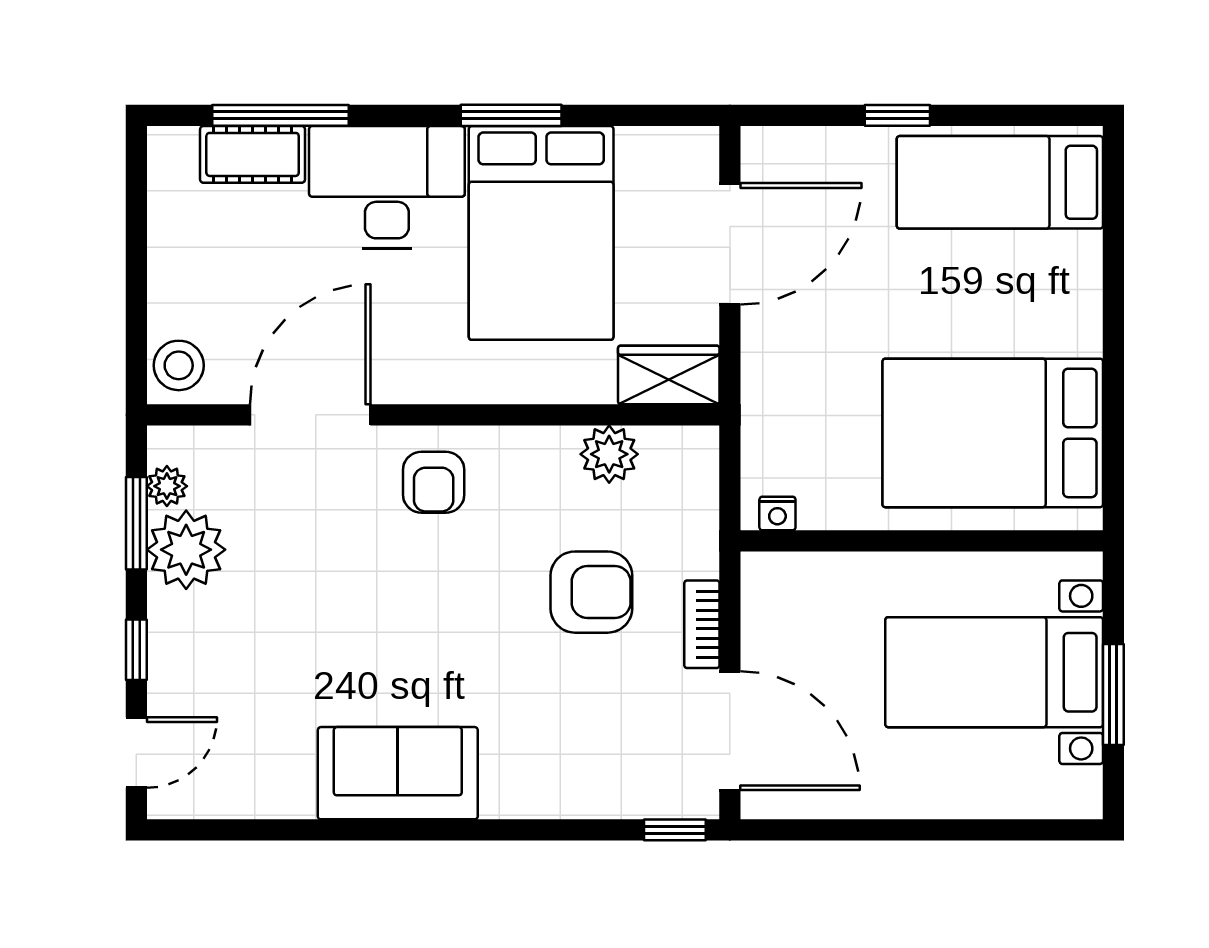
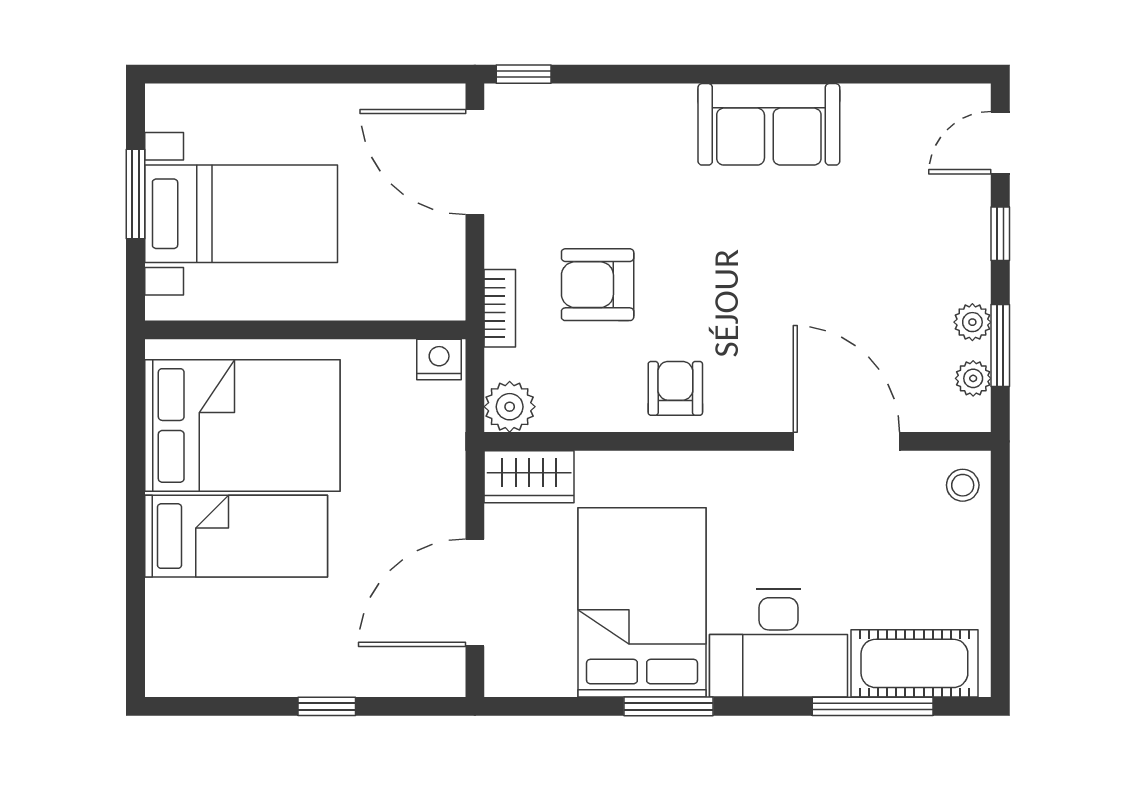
cot: (253, 154) -> (914, 663), width x1.37, depth x1.34
bed: (1000, 182) -> (236, 536), moved
stool: (179, 365) -> (963, 485), width x0.73, depth x0.73
door: (310, 415) -> (846, 441), swing flipped
plant: (609, 454) -> (510, 407), moved
armchair: (434, 482) -> (675, 388), moved
nightstand: (777, 513) -> (439, 359), width x1.39, depth x1.35
plant: (186, 550) -> (972, 322), width x0.53, depth x0.53
bookcase: (702, 624) -> (500, 308), moved

